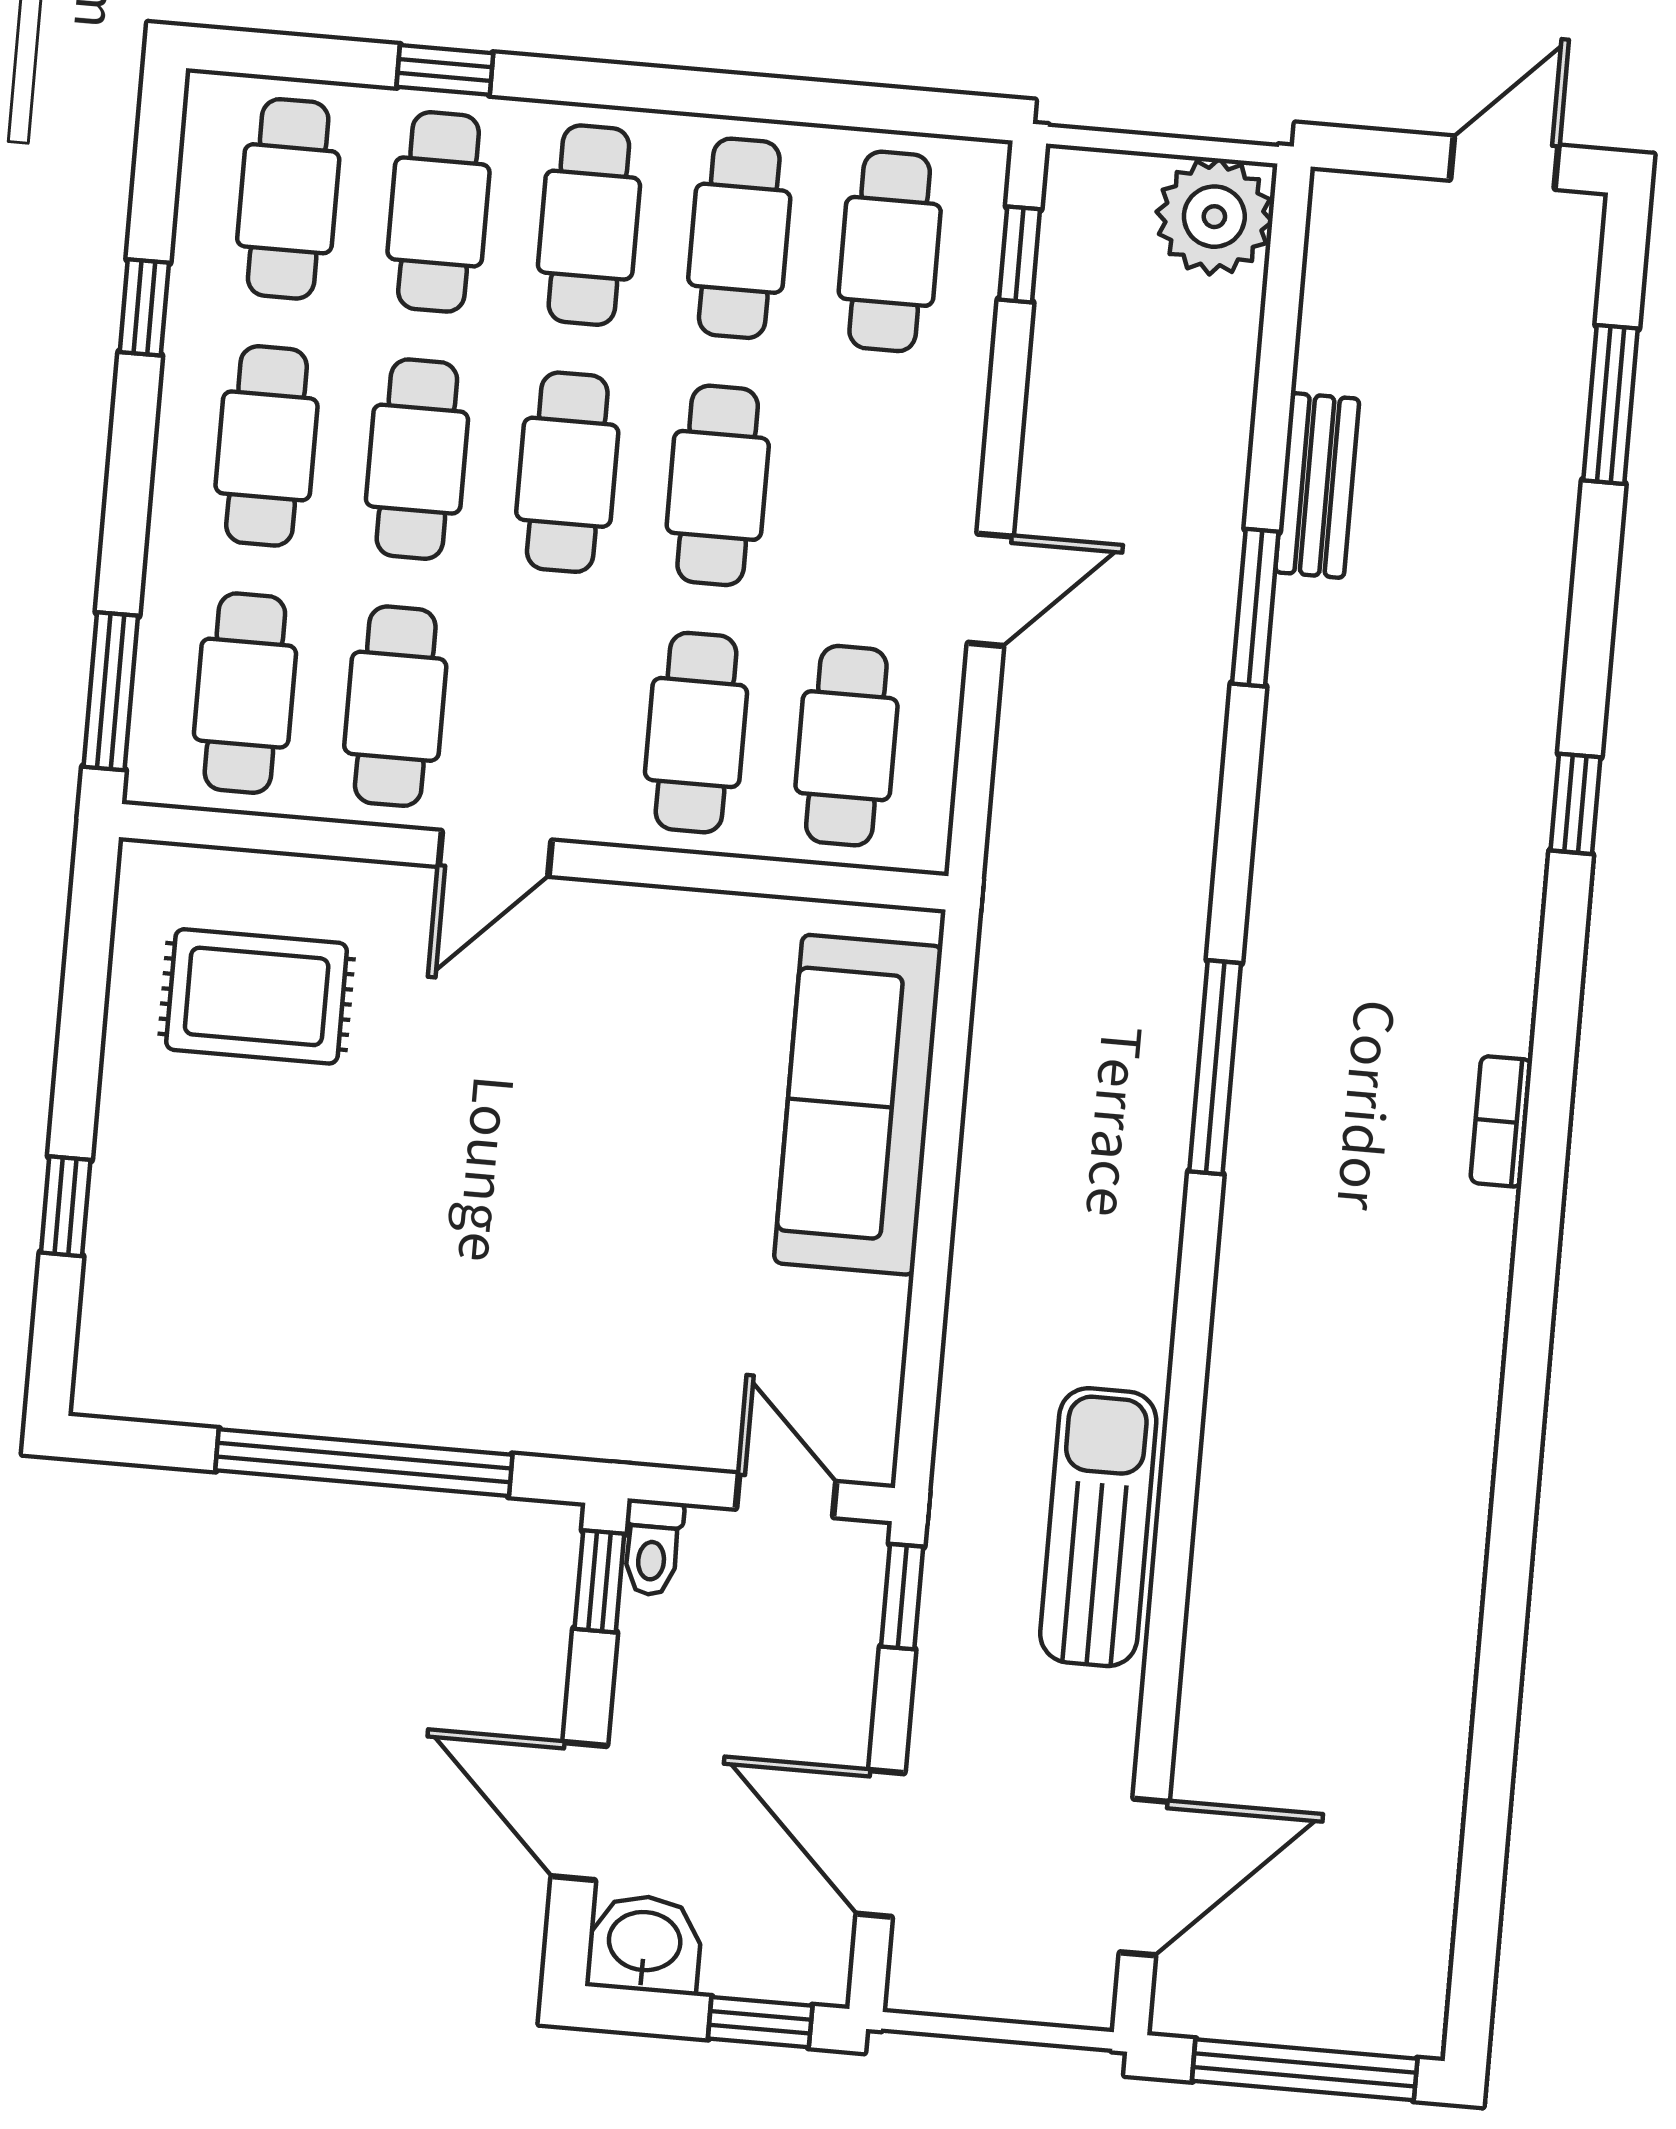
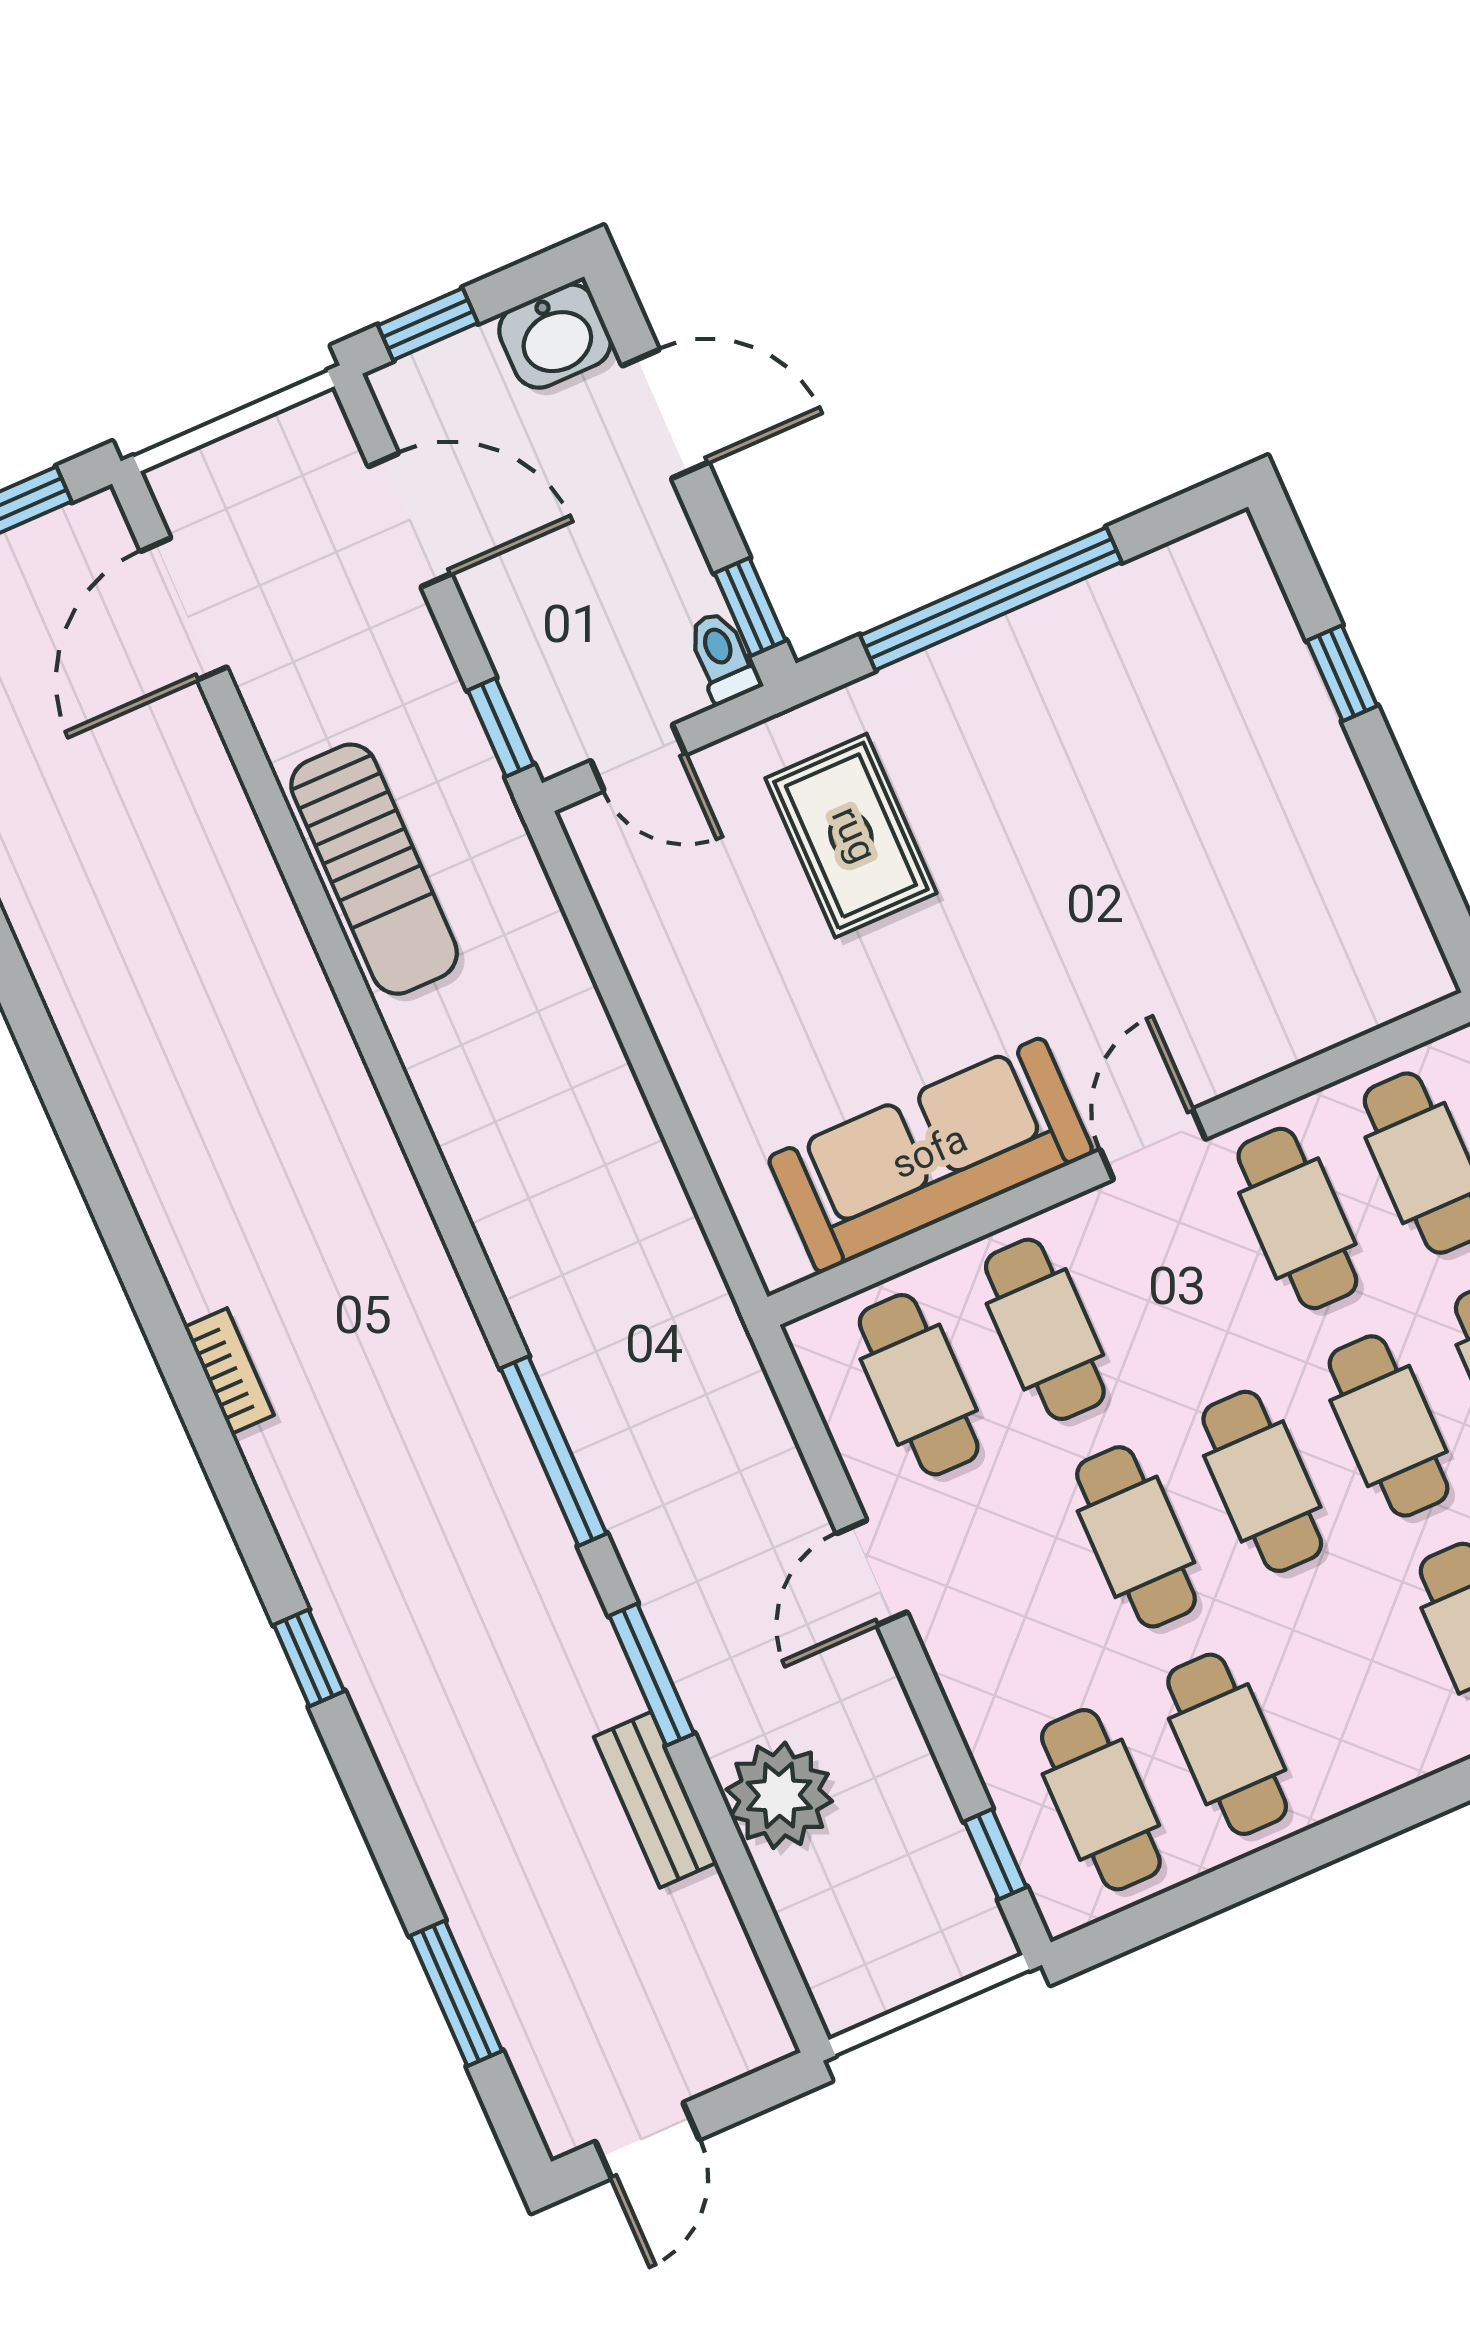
plant: (1214, 217) -> (779, 1795), moved
cafe table: (589, 225) -> (1353, 1689), removed
rug: (257, 996) -> (851, 836), moved, turned 90
window: (1215, 1067) -> (553, 1451), moved
sofa: (858, 1105) -> (931, 1155), moved, turned -90

